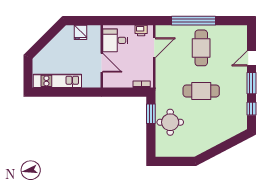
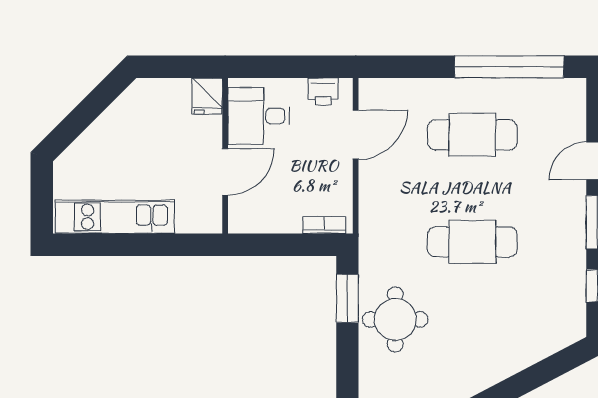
window: (194, 21) -> (509, 67), moved
fridge: (80, 32) -> (207, 96), moved
cafe table: (201, 48) -> (472, 135), turned 90
door: (102, 63) -> (225, 172), hinge flipped

